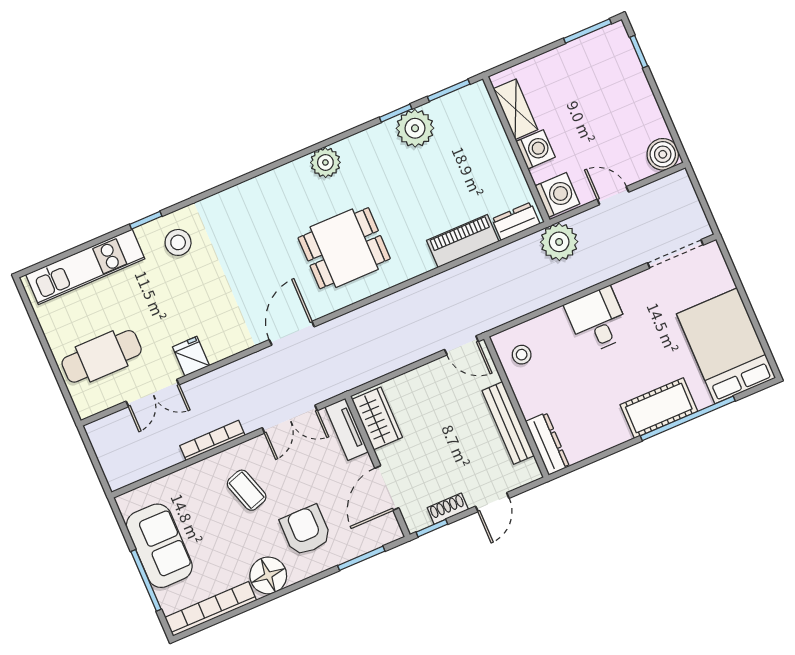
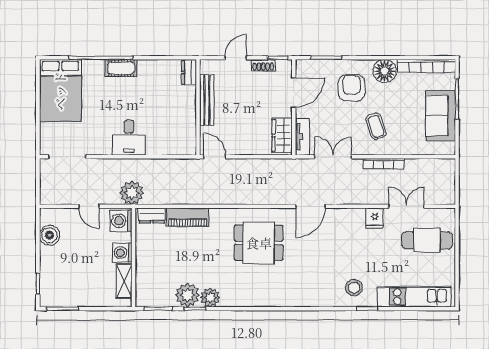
boiler: (663, 154) -> (50, 235), moved
plant: (325, 162) -> (210, 297), moved
stool: (522, 355) -> (182, 136), removed
cot: (659, 408) -> (121, 68), width x0.73, depth x0.75
dresser: (547, 444) -> (189, 72), width x0.70
armchair: (306, 530) -> (352, 88), turned 180

